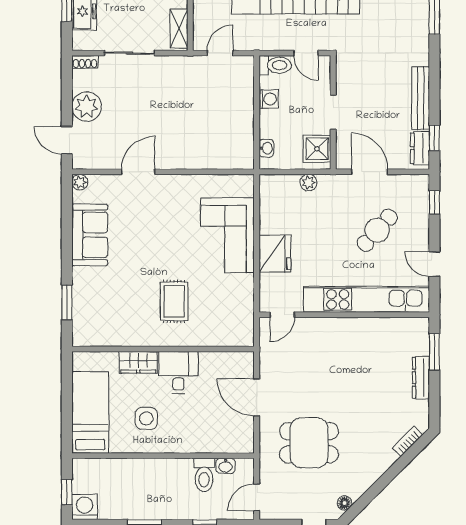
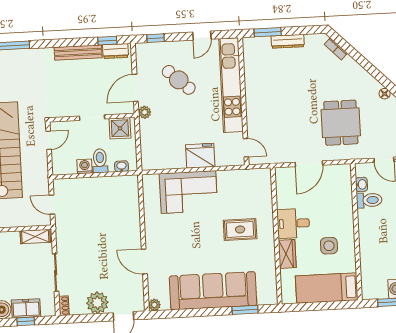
toilet: (275, 65) -> (100, 161), moved
plant: (308, 183) -> (145, 112), moved
sofa: (90, 235) -> (213, 291), width x1.85, depth x1.27

